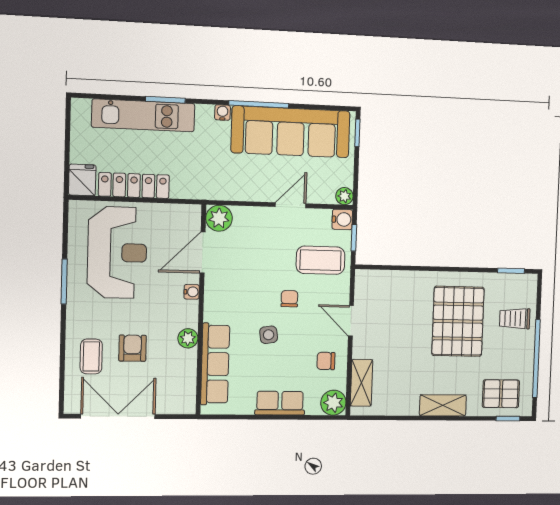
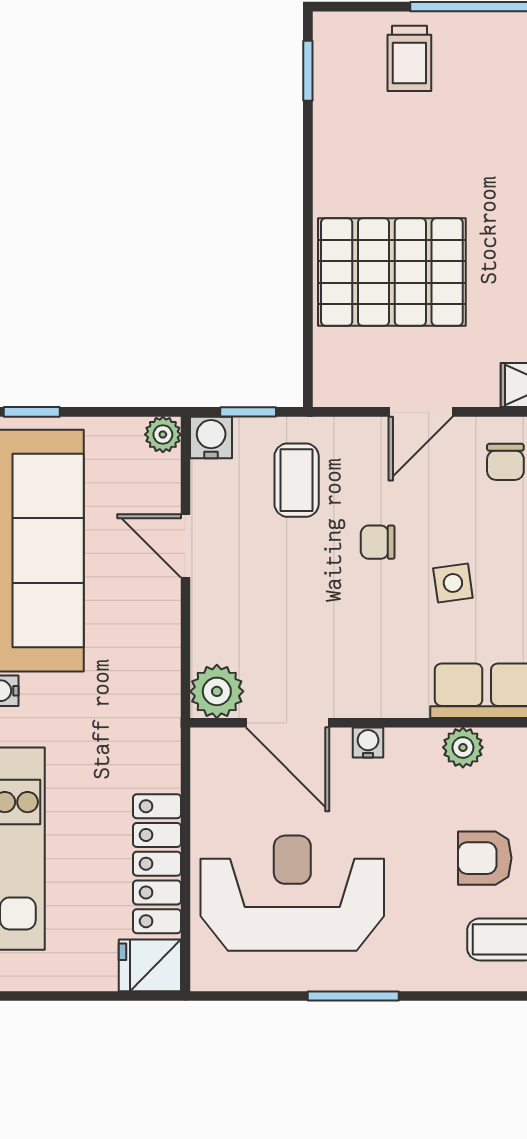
coffee table: (320, 260) -> (297, 480), width x0.73, depth x0.77
pallet: (458, 321) -> (392, 272), moved

